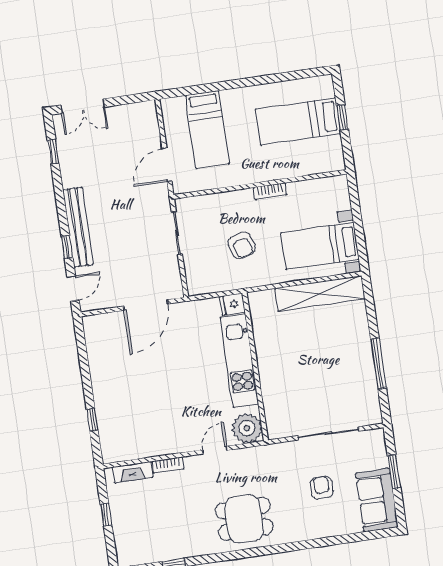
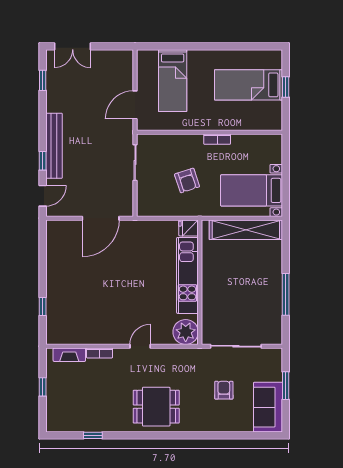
fridge: (232, 304) -> (189, 228), moved
kitchen unit: (239, 361) -> (187, 275), moved
wall: (255, 367) -> (200, 282), moved
plant: (247, 428) -> (186, 332), moved

